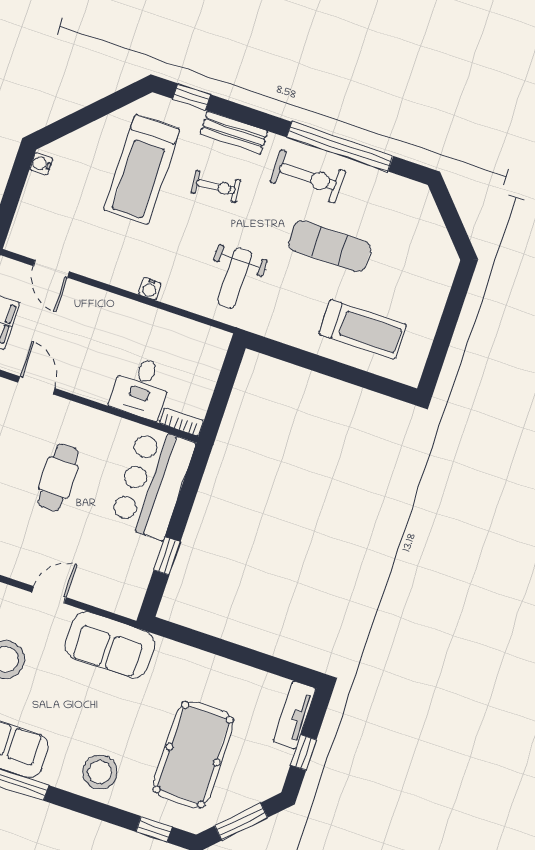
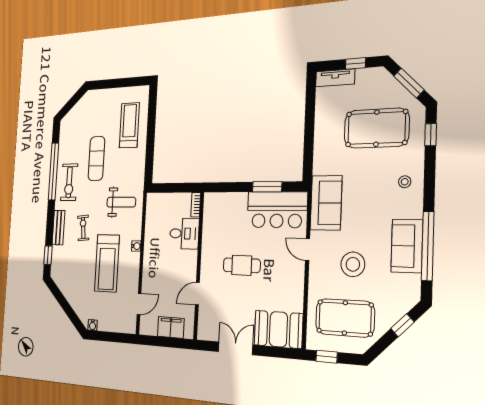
treadmill: (142, 170) -> (107, 263), moved, turned 90
exercise bike: (308, 177) -> (69, 182), turned 180
bar counter: (152, 483) -> (277, 210), moved
window: (167, 556) -> (267, 187), width x1.50
stool: (100, 772) -> (405, 182), width x0.53, depth x0.53

